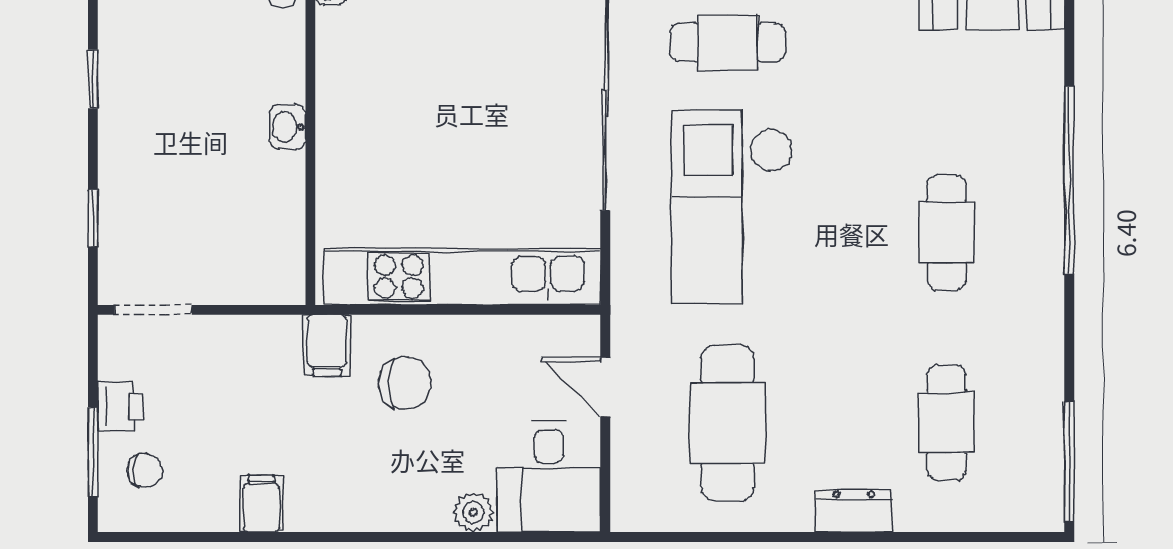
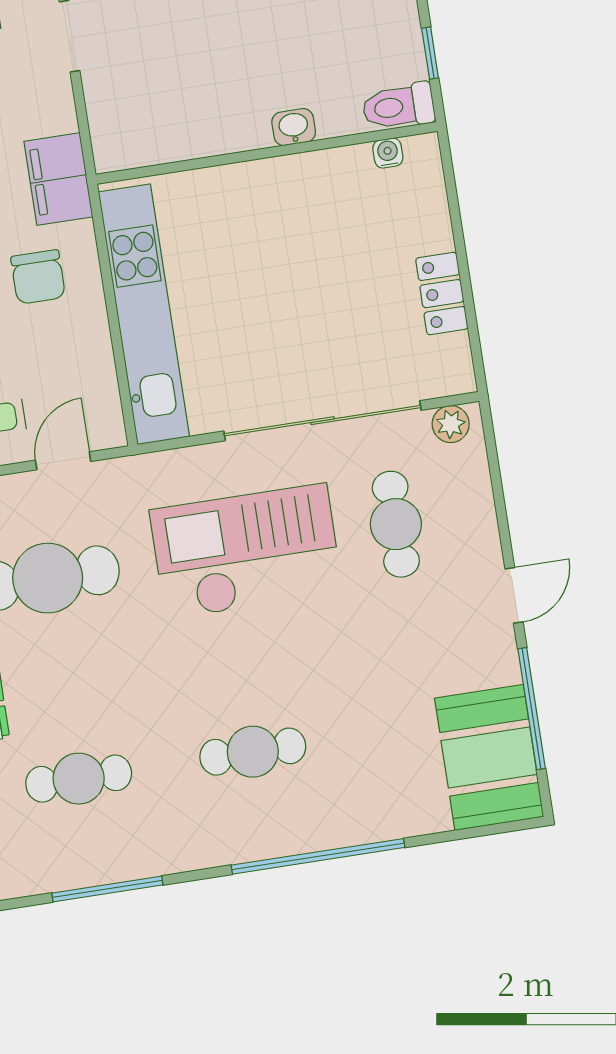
washbasin: (287, 127) -> (294, 127), moved
filing cabinet: (327, 345) -> (58, 179), width x2.00
window: (1069, 462) -> (107, 889), moved

